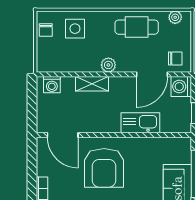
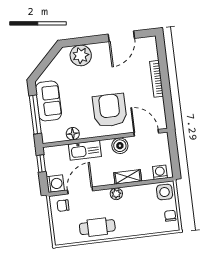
plant: (175, 17) -> (67, 239), removed
side table: (75, 29) -> (165, 192), moved
boiler: (97, 123) -> (120, 146), added
floor lamp: (153, 145) -> (73, 134), added

